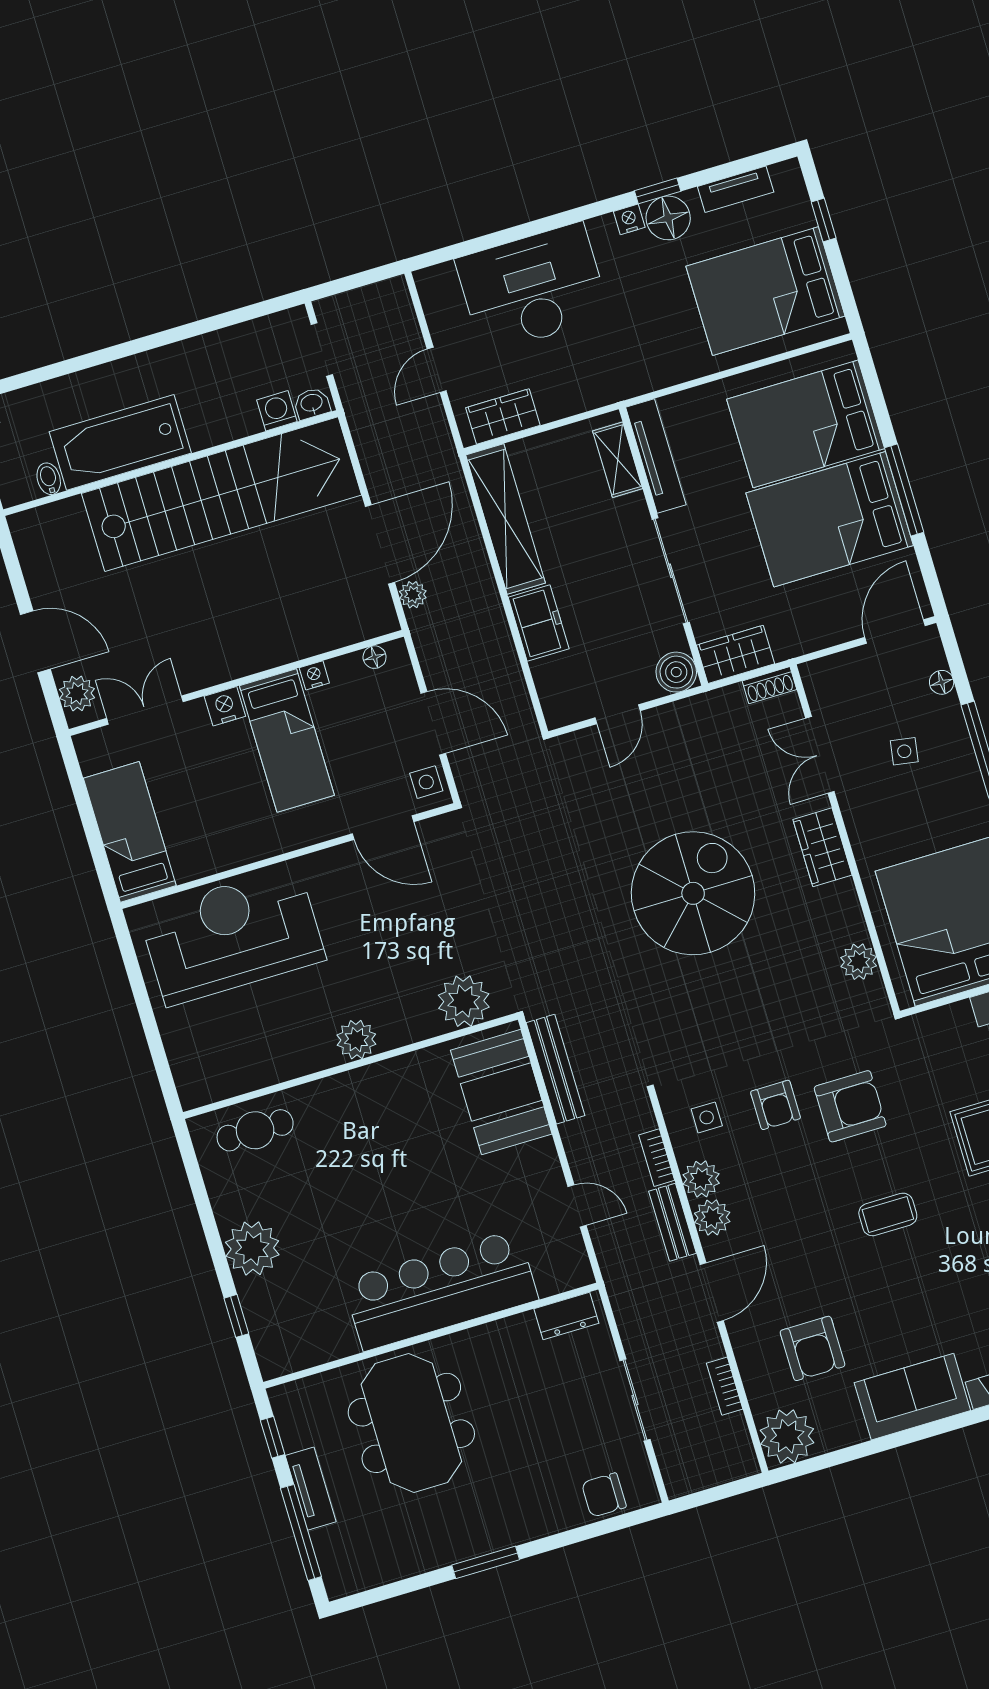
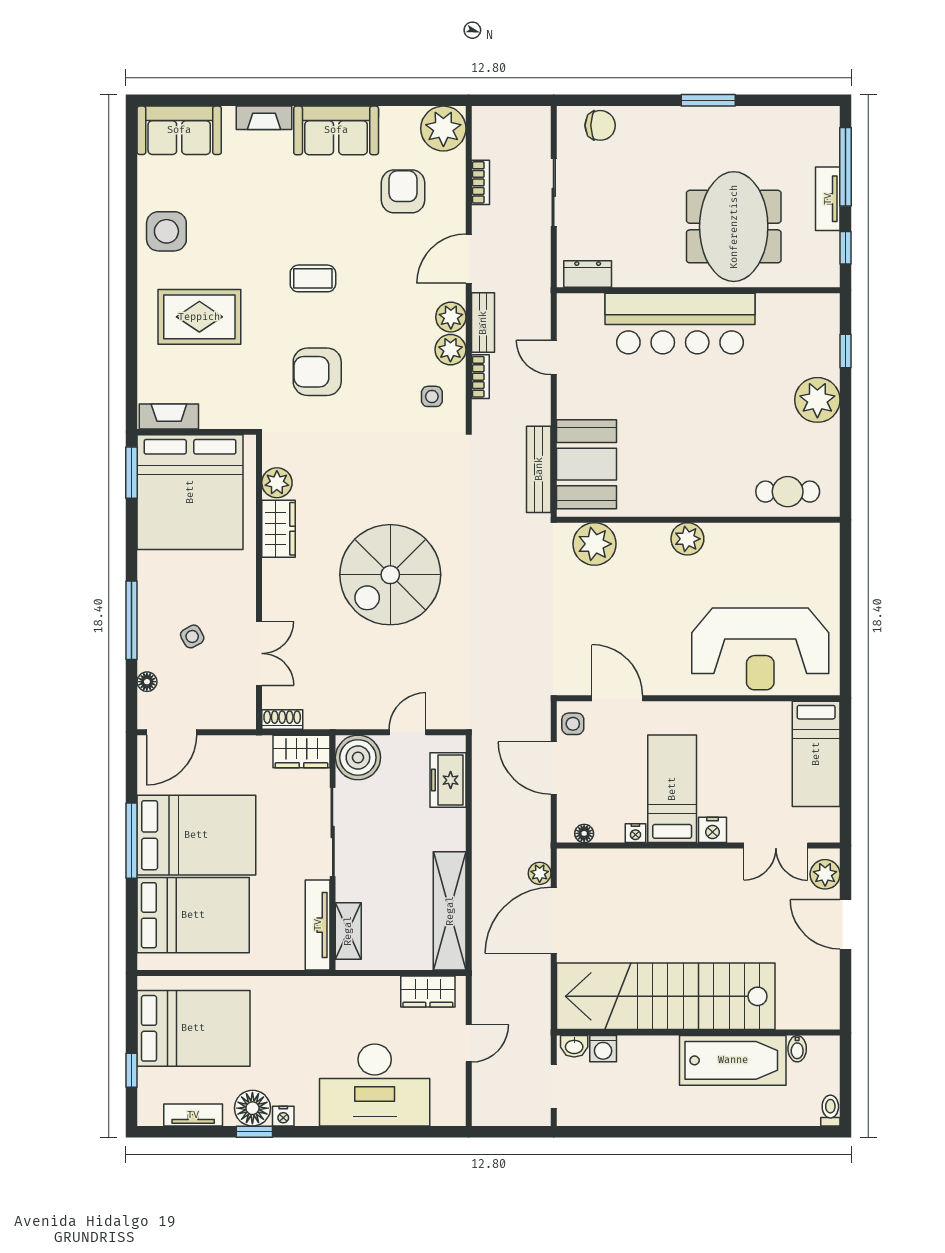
freezer: (539, 623) -> (448, 780), moved
boiler: (676, 672) -> (358, 757), width x1.37, depth x1.37
side table: (904, 751) -> (192, 636), turned -38
wardrobe: (822, 847) -> (278, 529), moved
armchair: (776, 1105) -> (375, 390), removed

